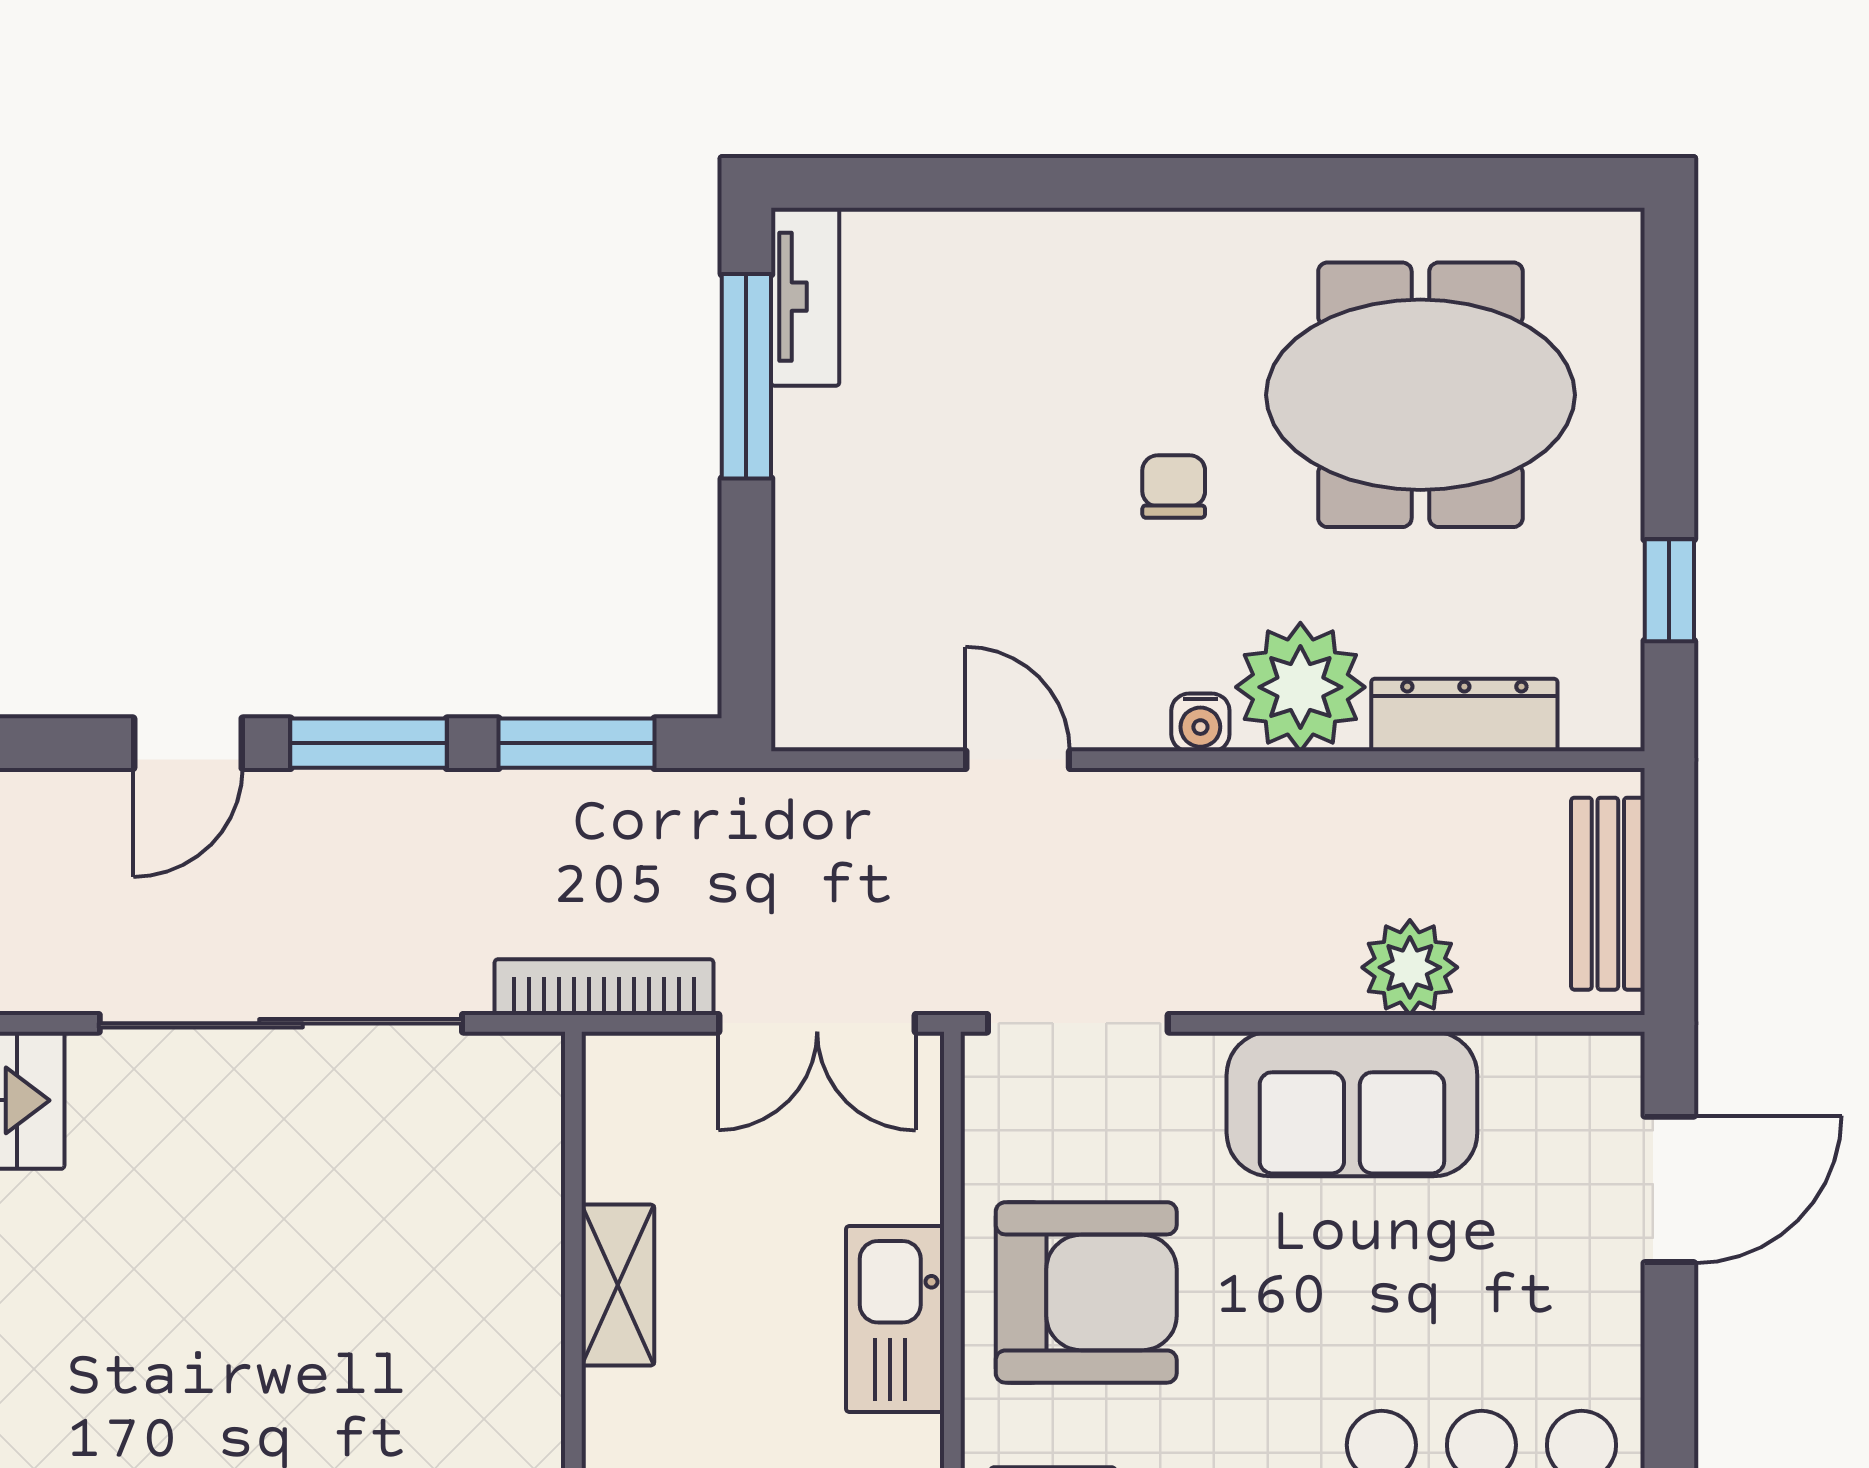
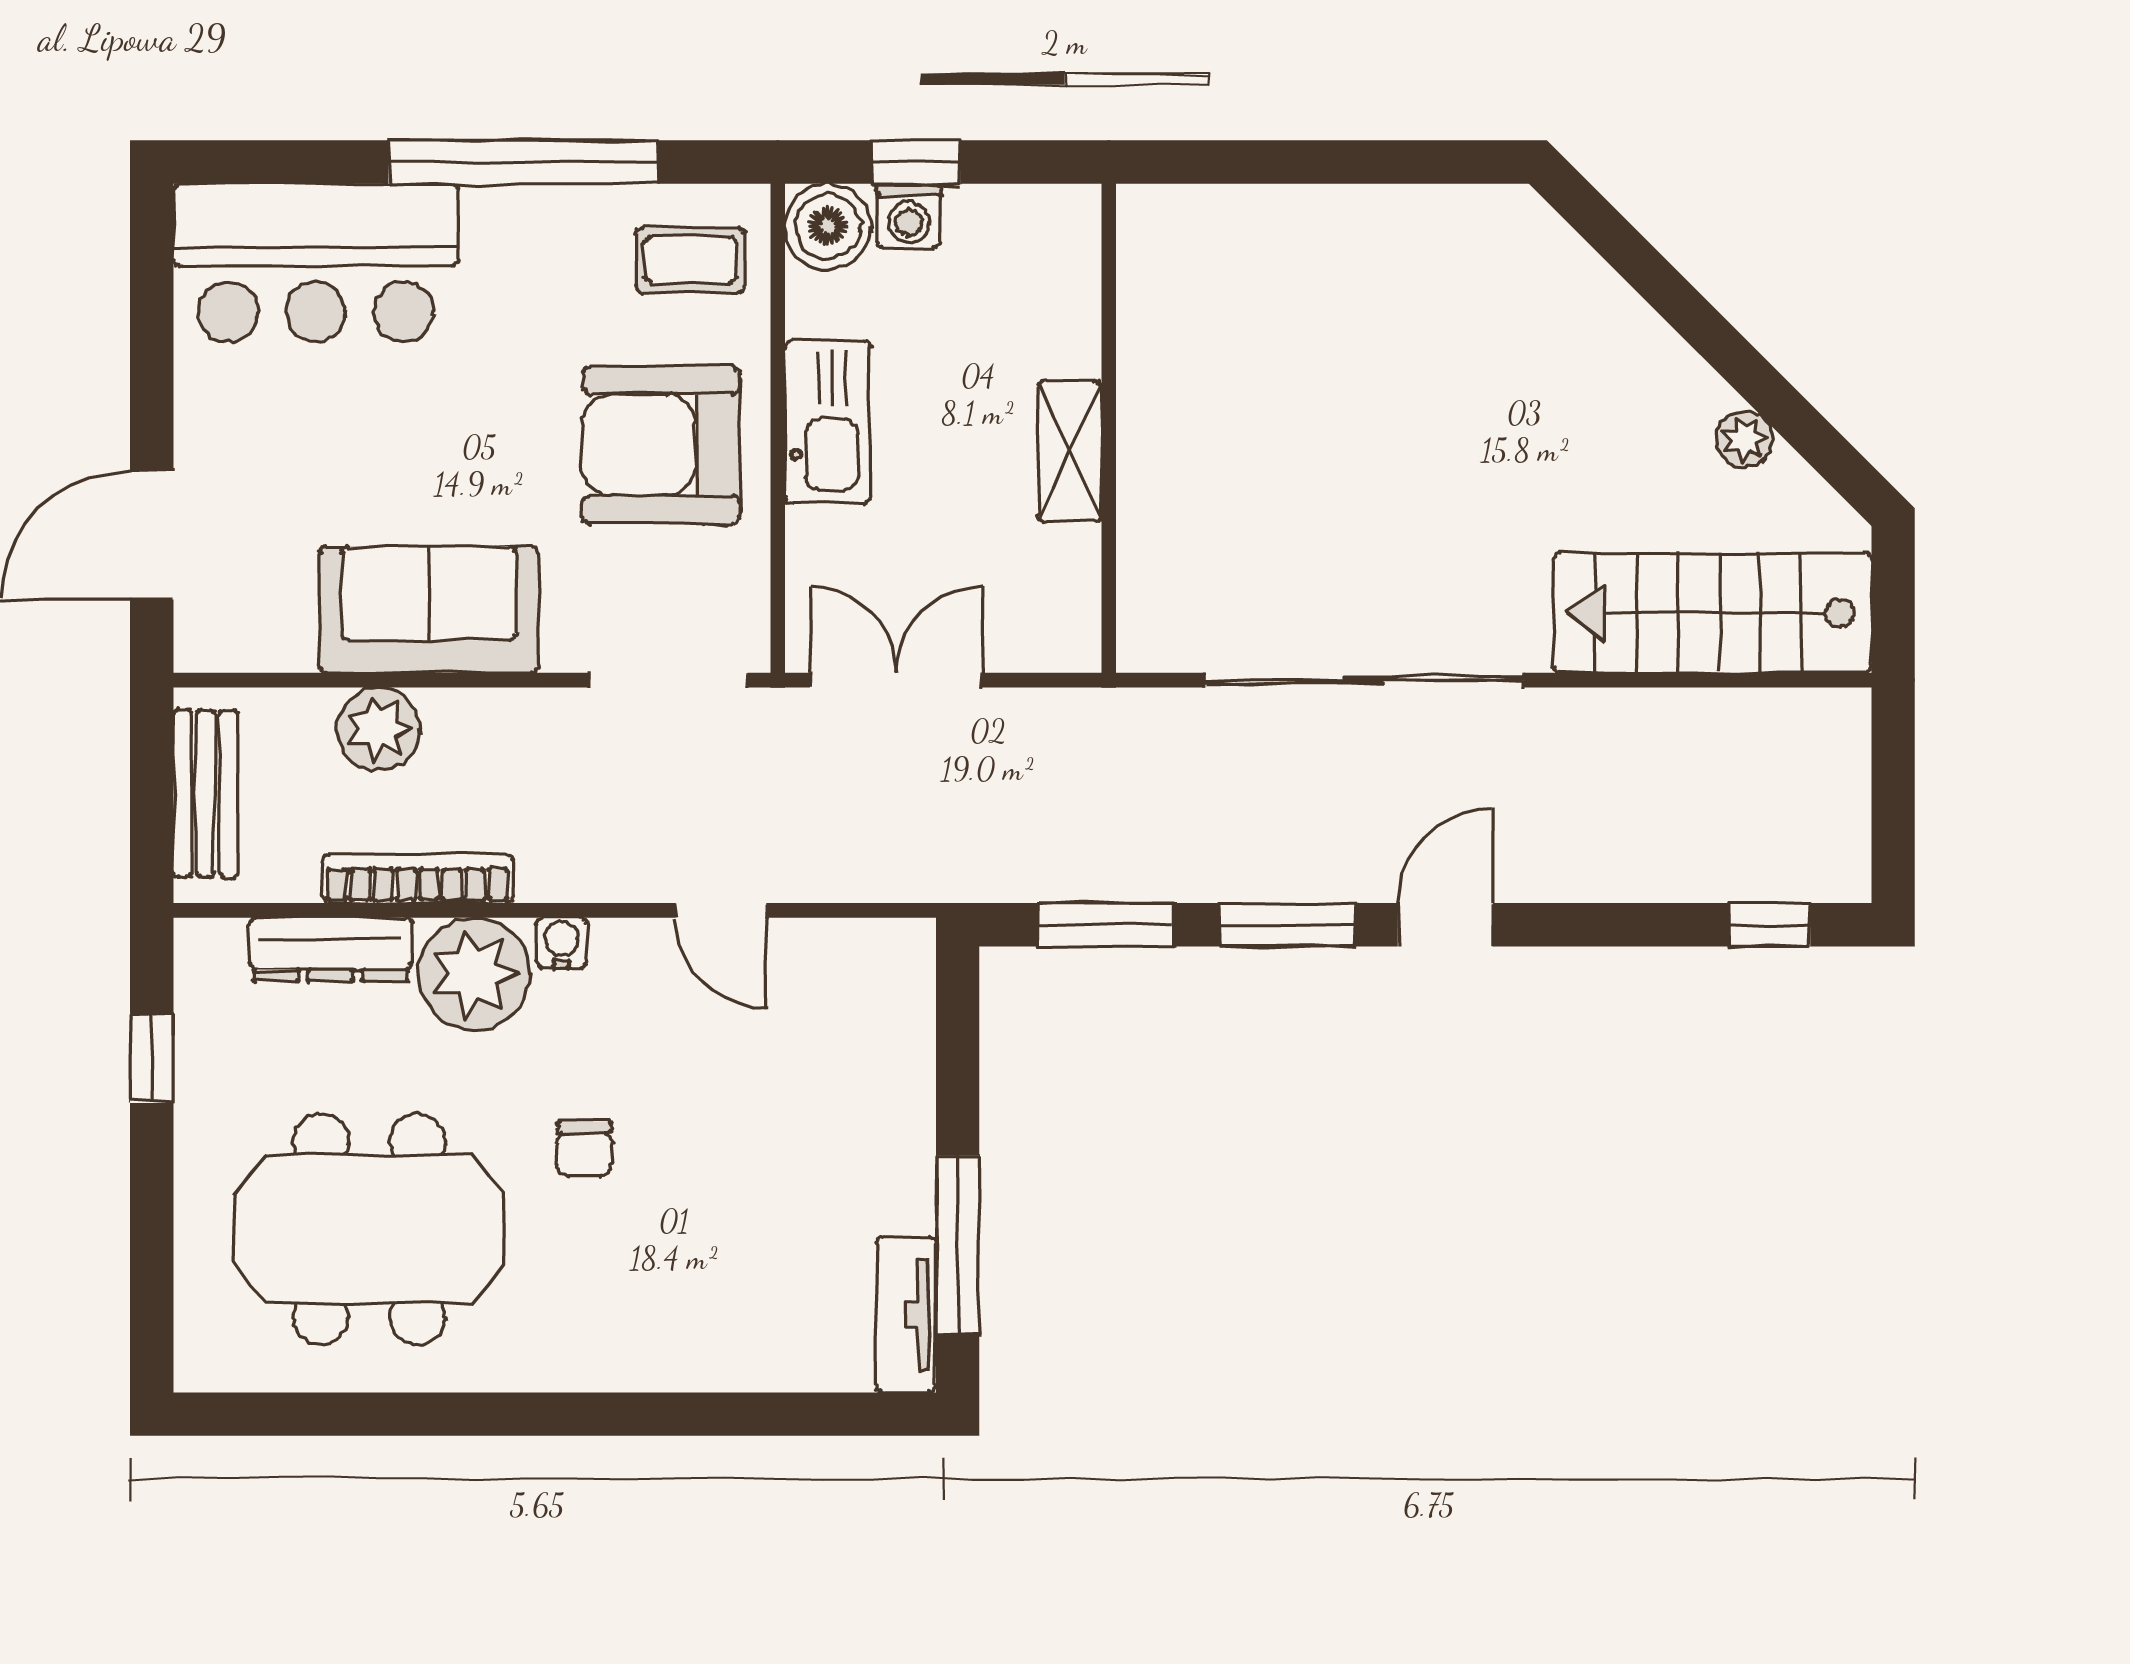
bookcase: (604, 987) -> (418, 879), moved, turned 180

